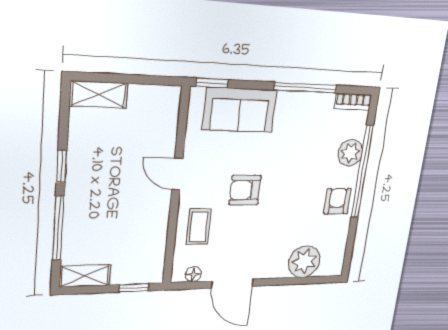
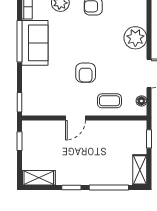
window: (148, 80) -> (20, 141), added
shelving: (99, 95) -> (39, 178), moved, turned 90
sofa: (240, 110) -> (35, 43), moved
plant: (304, 262) -> (135, 38), moved

